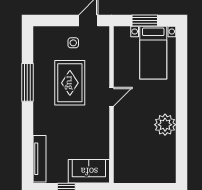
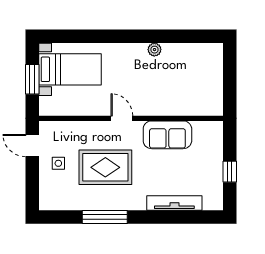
plant: (165, 125) -> (154, 50), width x0.53, depth x0.53
tv unit: (39, 159) -> (174, 203), moved
sofa: (89, 171) -> (167, 135), moved, turned -90

